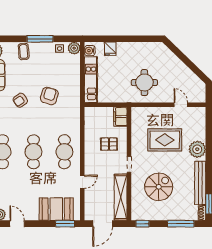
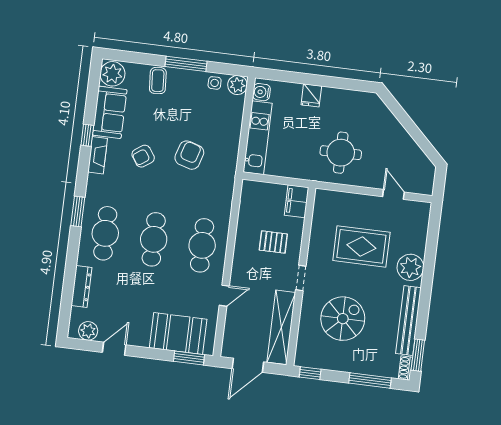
fridge: (110, 49) -> (311, 95), moved
door: (17, 224) -> (114, 349), hinge flipped

